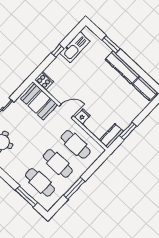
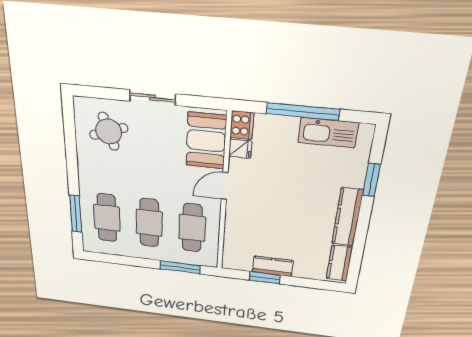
window: (58, 51) -> (303, 112), width x3.17
door: (66, 111) -> (225, 186), swing flipped
fridge: (83, 117) -> (240, 149), moved
kitchen counter: (111, 136) -> (273, 266), moved
window: (74, 188) -> (180, 267), moved

